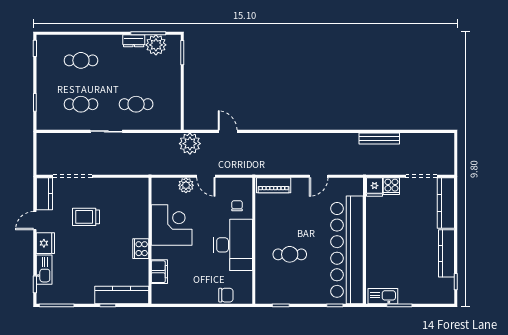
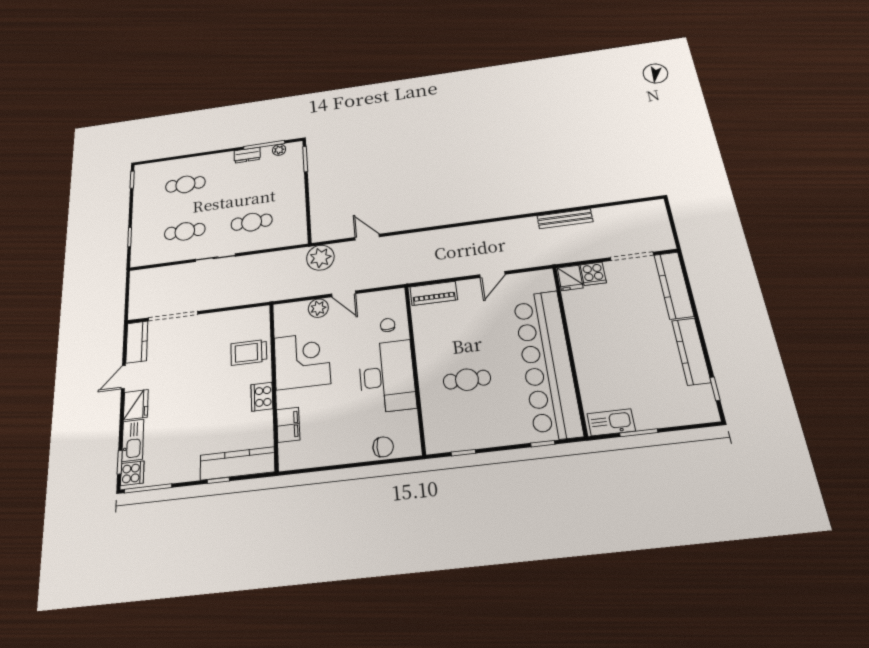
plant: (156, 45) -> (279, 150), width x0.53, depth x0.53
trolley: (86, 217) -> (249, 352), moved
cooker: (45, 293) -> (132, 473), added

